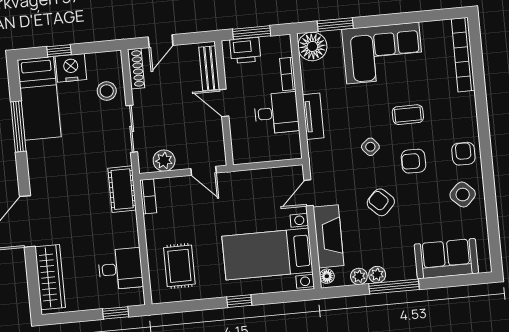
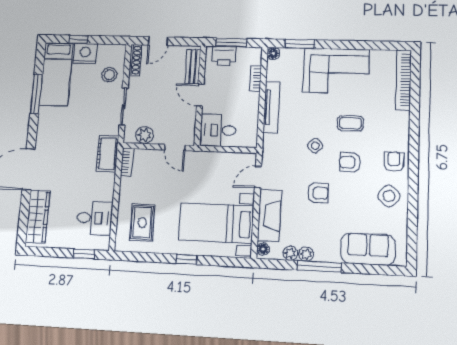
floor lamp: (312, 46) -> (273, 53), width x0.53, depth x0.53
desk: (276, 113) -> (218, 130), moved, turned 180
tv unit: (313, 116) -> (271, 107), width x1.41
armchair: (381, 202) -> (318, 193), turned 136

